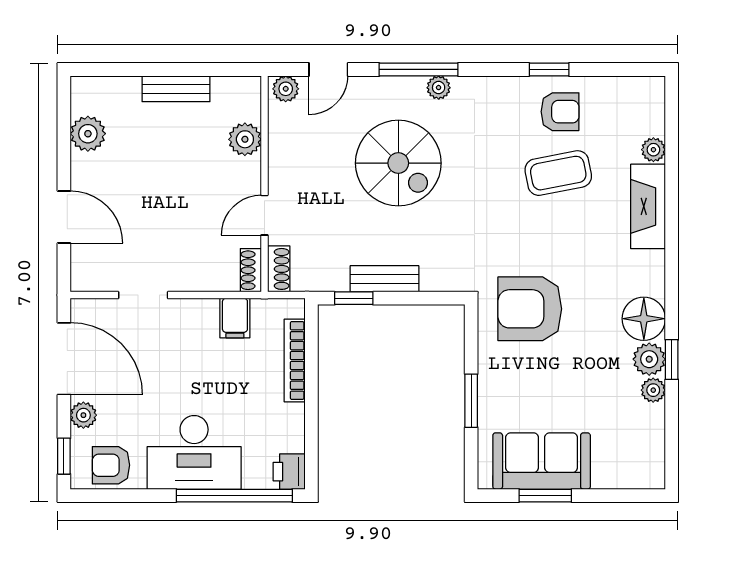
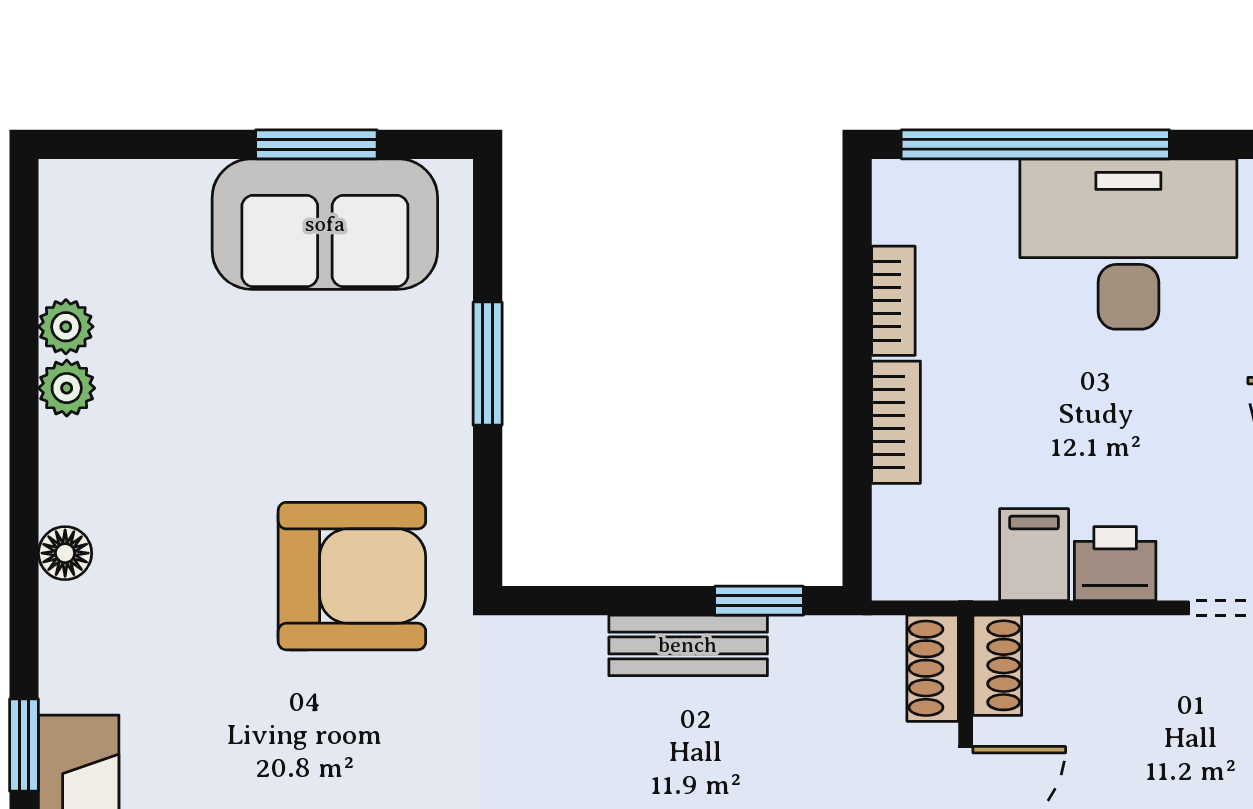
floor lamp: (644, 319) -> (65, 553), width x0.53, depth x0.53
plant: (649, 359) -> (66, 327), moved, width x0.73, depth x0.73
window: (672, 360) -> (24, 745), moved
bookcase: (295, 361) -> (896, 422), width x0.64
bookcase: (296, 428) -> (893, 301), added
printer: (289, 472) -> (1115, 564), moved, turned -90

